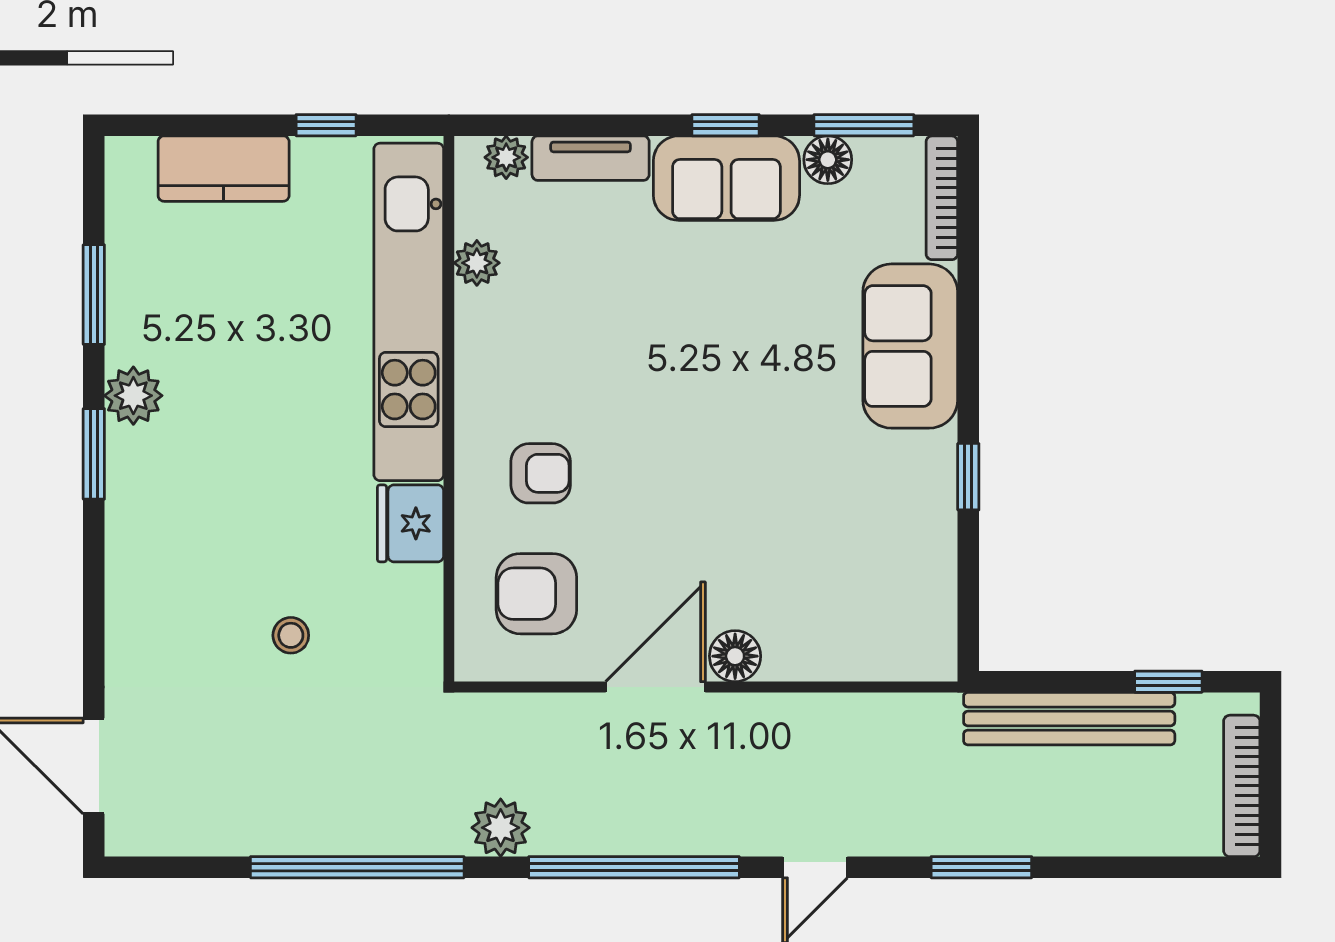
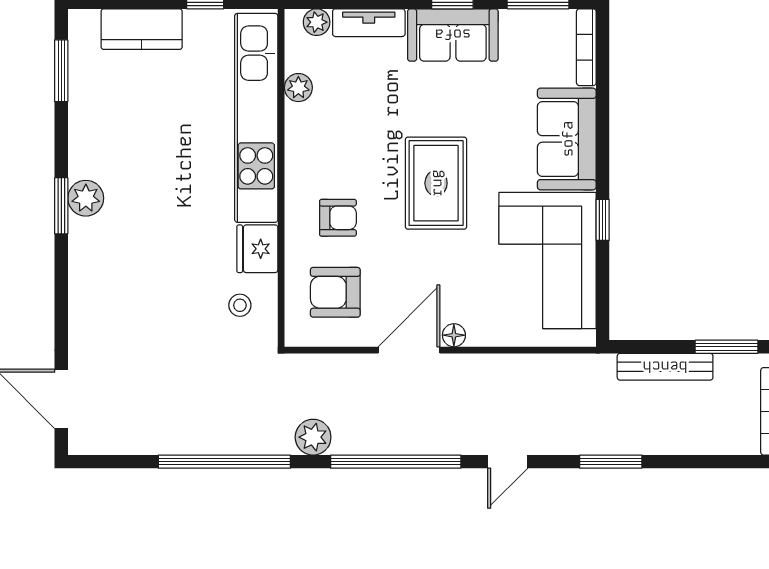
floor lamp: (828, 160) -> (516, 24), removed
window: (94, 295) -> (61, 71), moved
plant: (133, 396) -> (86, 198), moved
rug: (699, 417) -> (436, 183), added
corner sofa: (879, 542) -> (548, 261), added
stool: (291, 635) -> (240, 305), moved
floor lamp: (735, 656) -> (454, 335), width x0.73, depth x0.73
window: (1168, 682) -> (726, 347), width x1.50
bench: (1069, 719) -> (665, 367), width x0.73, depth x0.82

